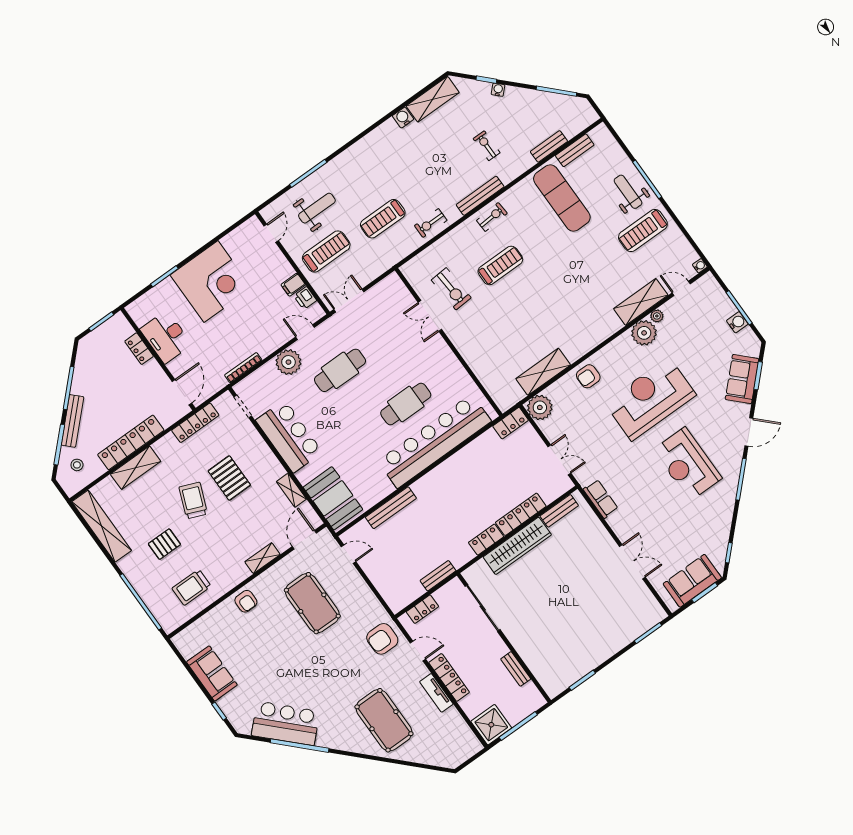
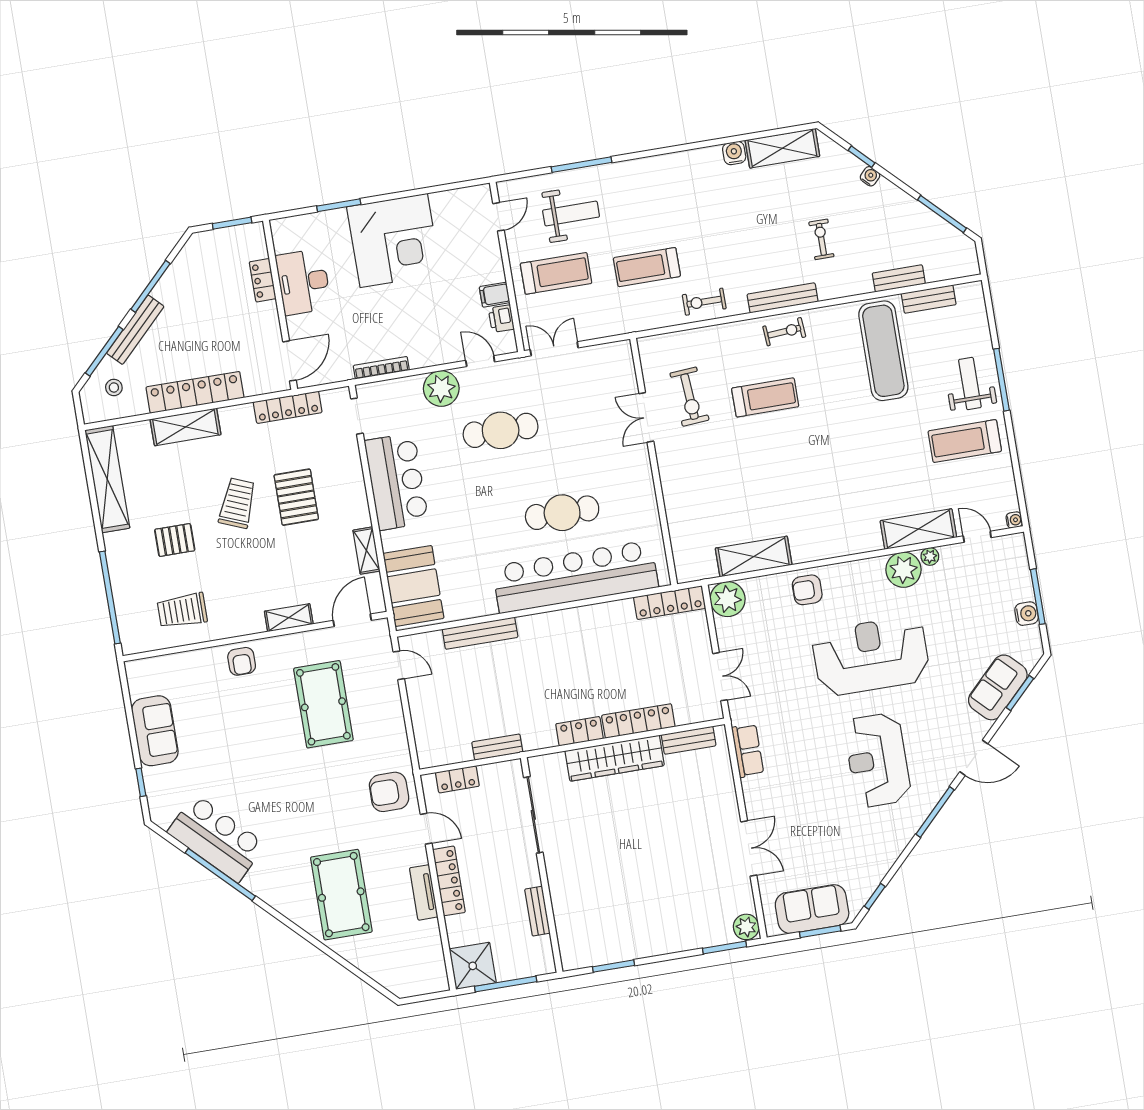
locker: (511, 423) -> (670, 603), width x1.53
plant: (655, 613) -> (746, 927), added

